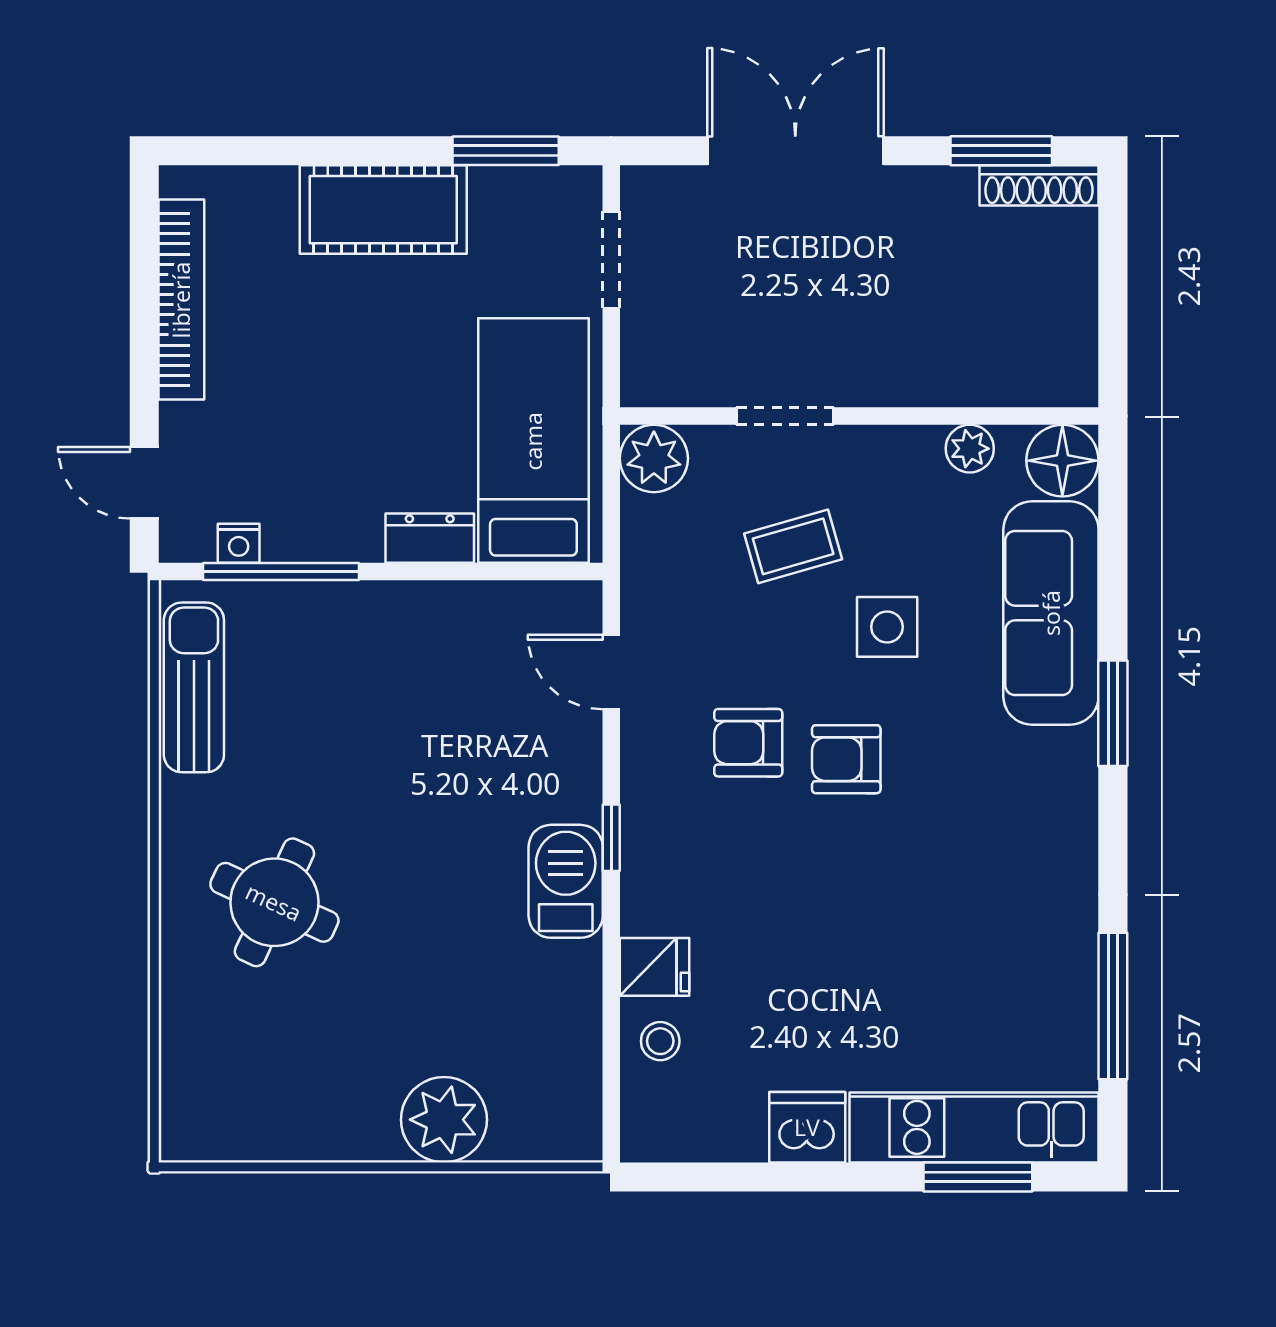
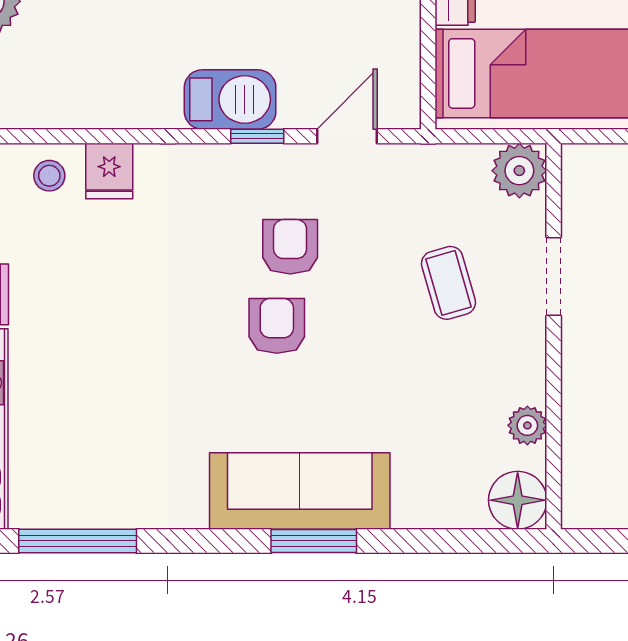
sofa: (1051, 613) -> (300, 491), moved
side table: (887, 627) -> (383, 359), removed
window: (611, 838) -> (257, 136), moved
barbecue: (566, 881) -> (230, 99), moved

